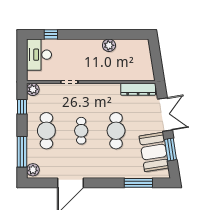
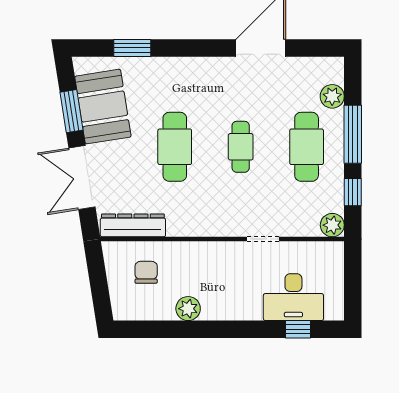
desk: (39, 55) -> (293, 297), moved, turned 90
chair: (131, 64) -> (146, 272), added
window: (22, 152) -> (353, 134), moved
plant: (33, 170) -> (332, 96), moved
window: (138, 183) -> (132, 48), width x0.69

